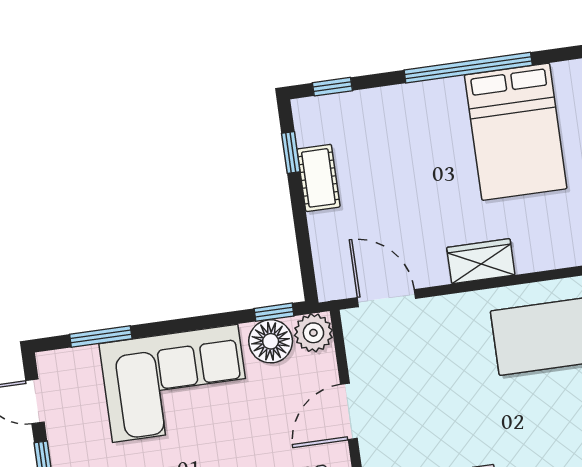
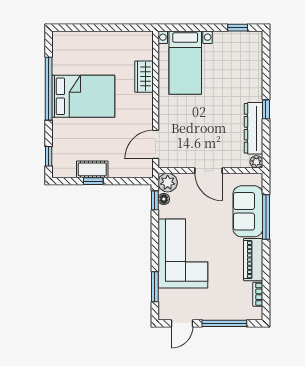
bed: (516, 132) -> (83, 96), moved
window: (291, 153) -> (93, 181), moved
wardrobe: (481, 261) -> (144, 77), moved
floor lamp: (271, 341) -> (164, 199), width x0.53, depth x0.53

